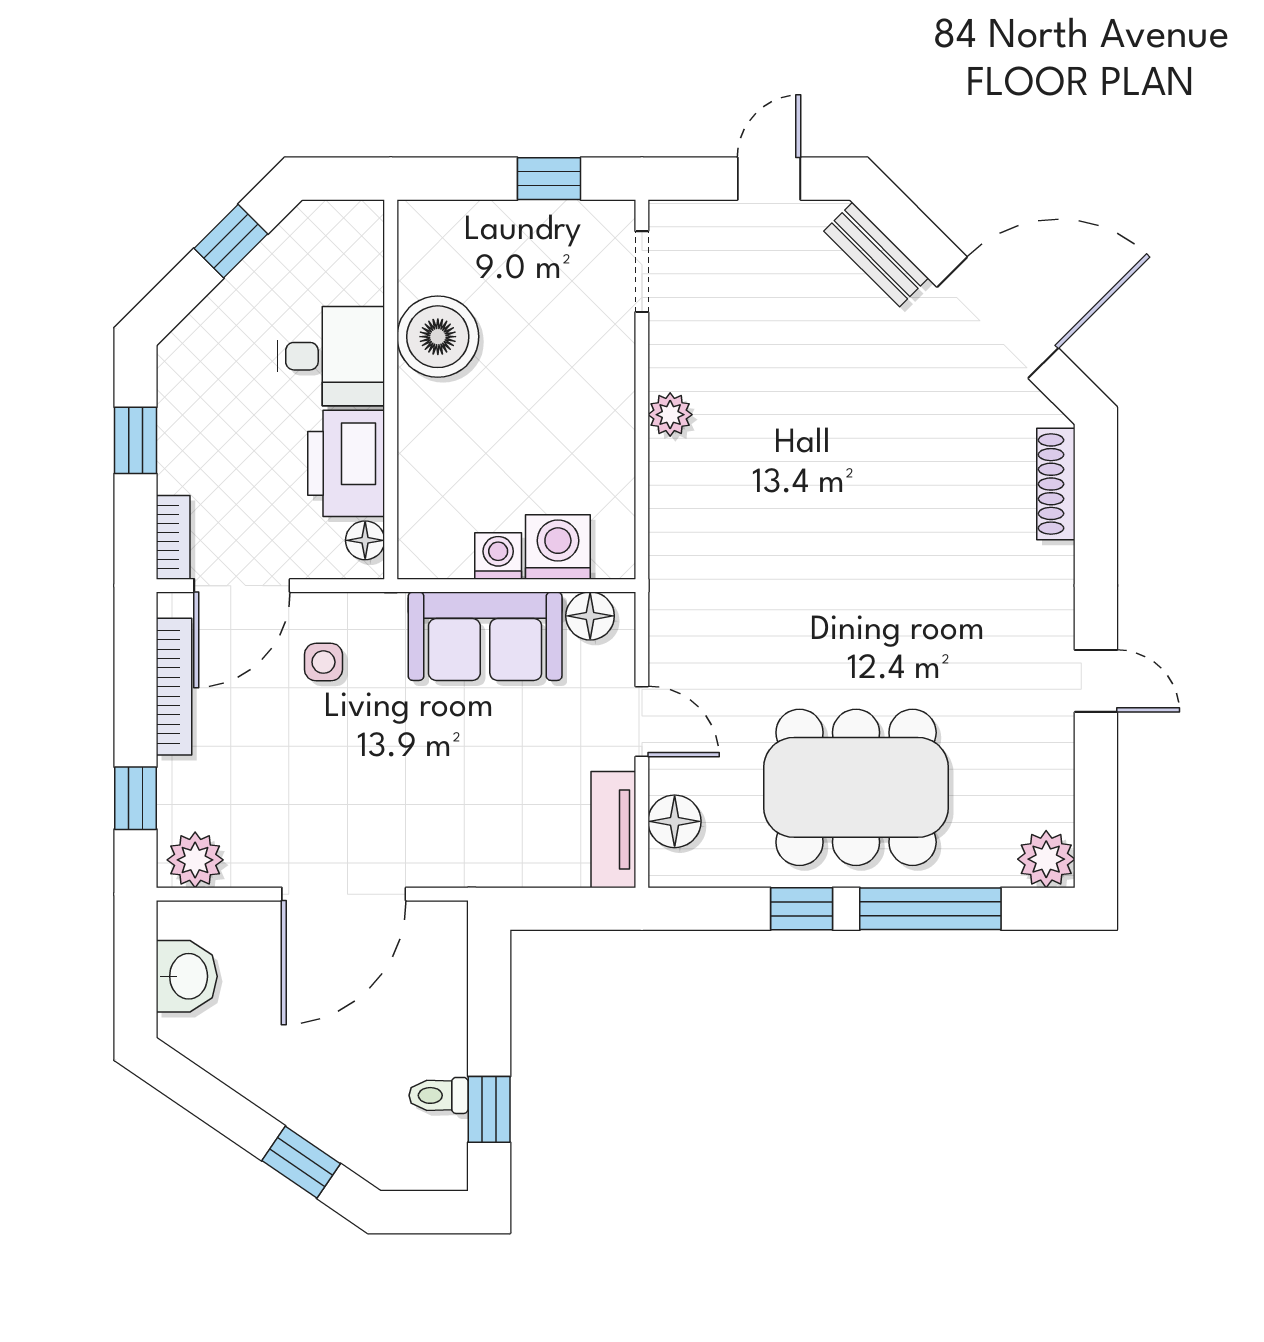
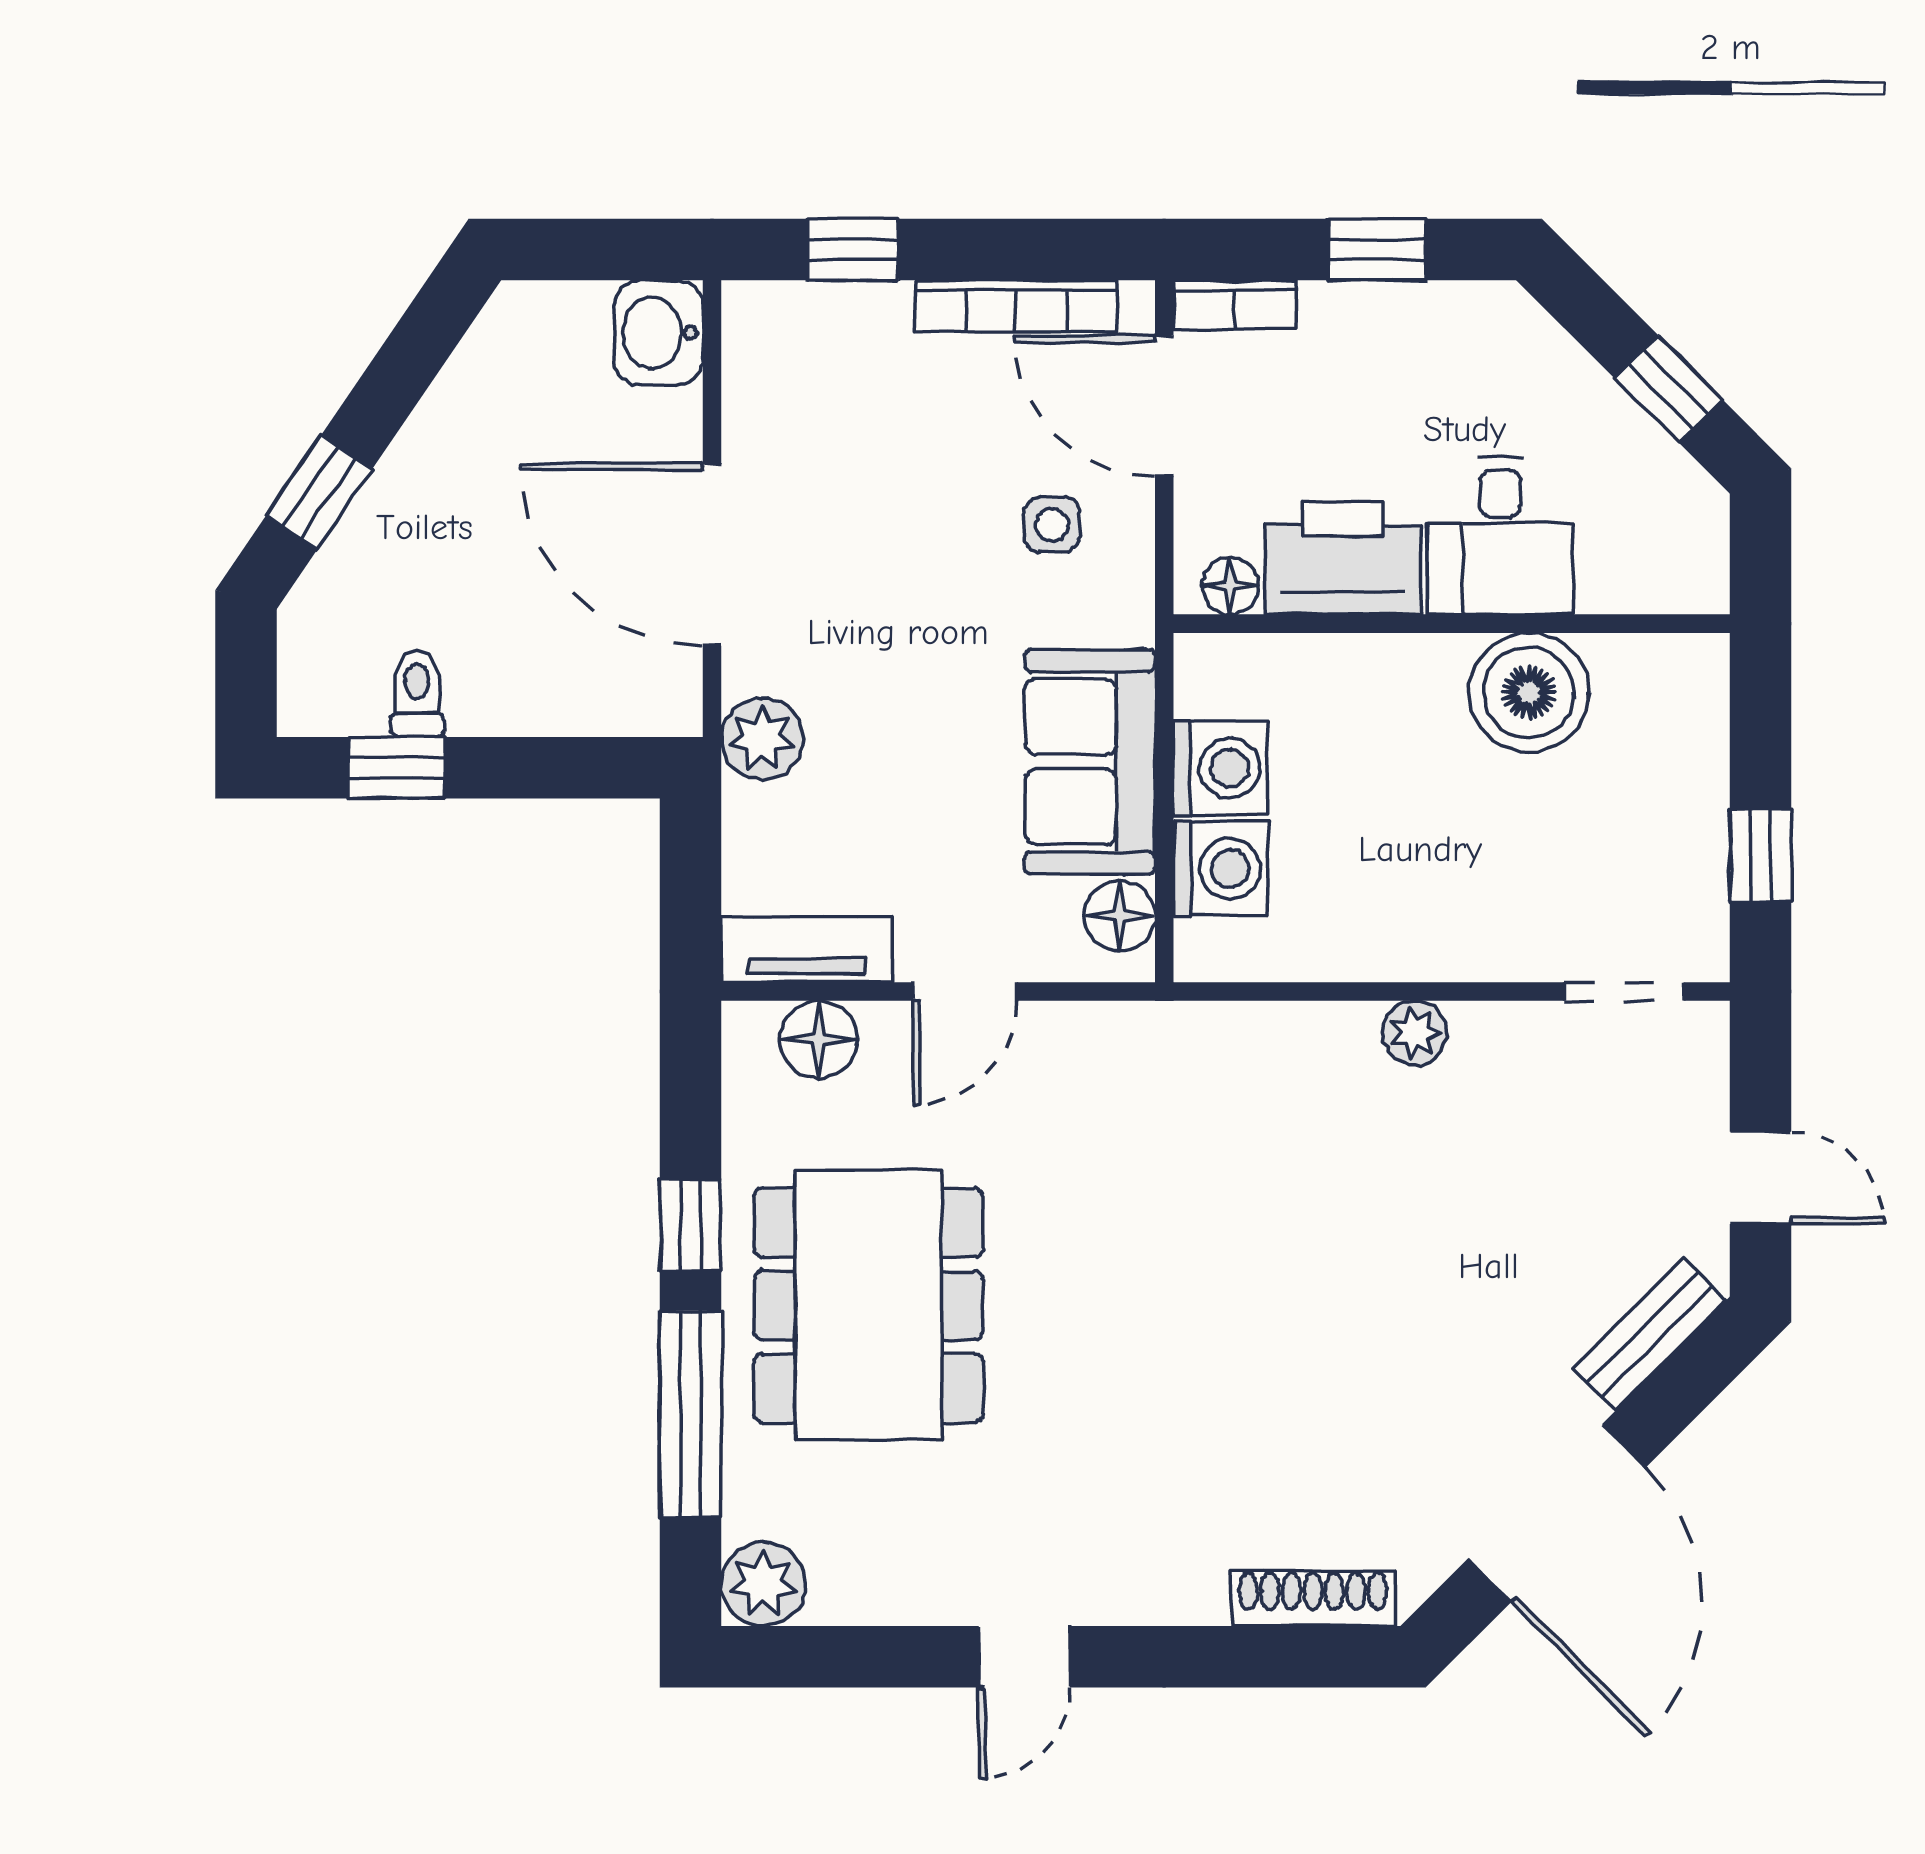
washing machine: (498, 556) -> (1220, 768), width x1.38, depth x1.38
plant: (195, 860) -> (762, 739), moved
washbasin: (187, 976) -> (658, 333), moved, turned 90

